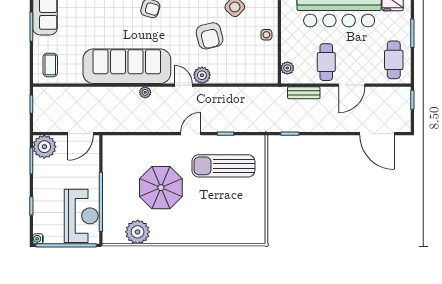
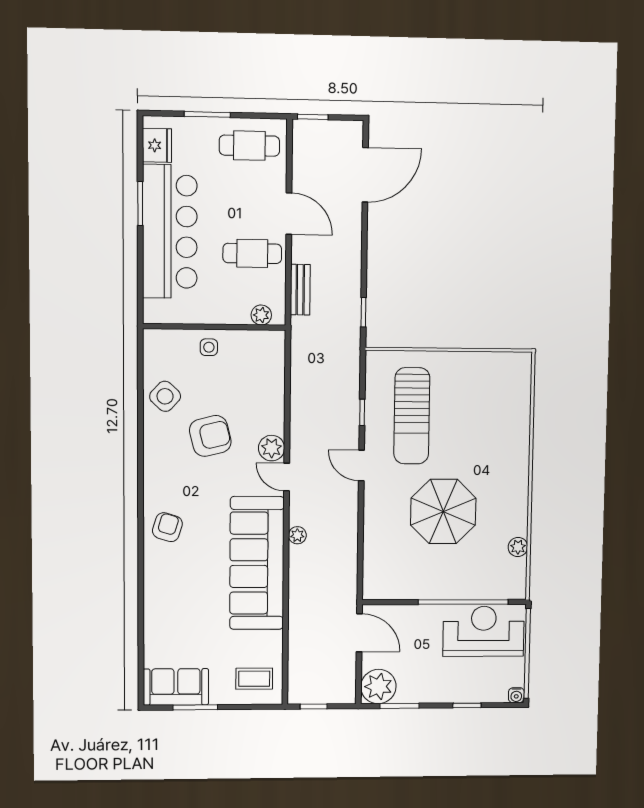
door: (183, 85) -> (287, 477), hinge flipped
plant: (138, 232) -> (518, 547), width x0.53, depth x0.53

